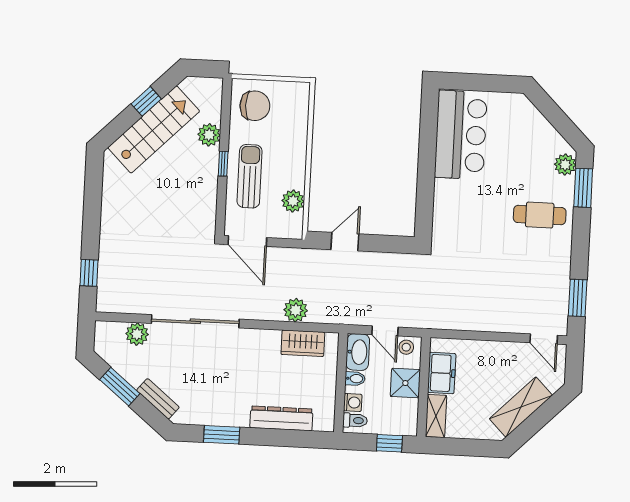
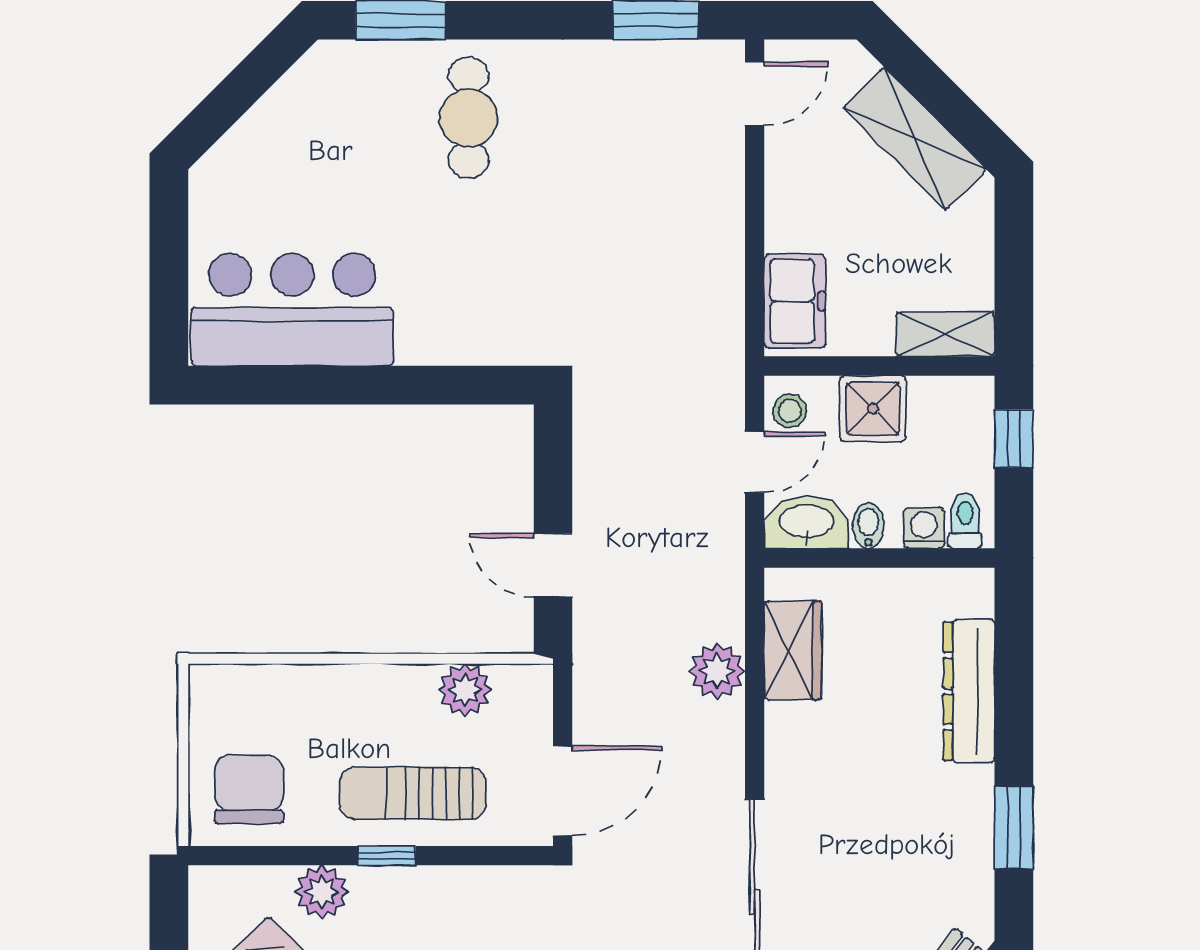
plant: (565, 165) -> (349, 65), removed
freezer: (442, 373) -> (795, 301), moved, turned 90

